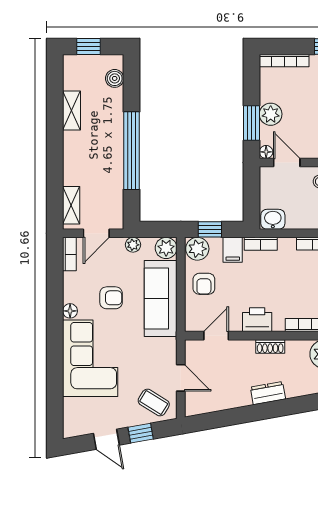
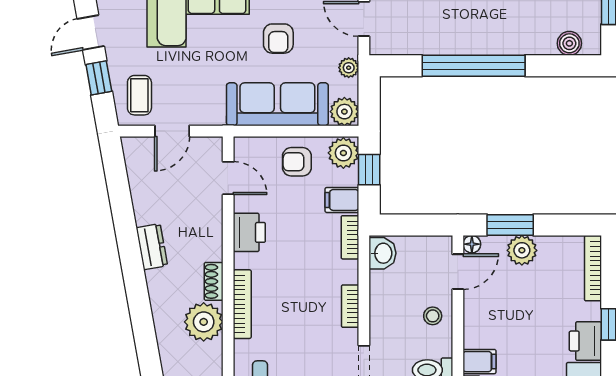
shoe rack: (270, 347) -> (214, 281), moved
coffee table: (154, 403) -> (139, 95), turned -32

